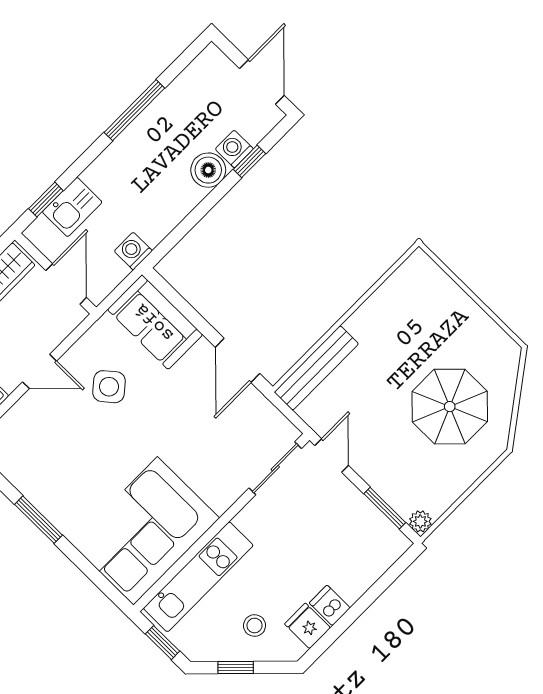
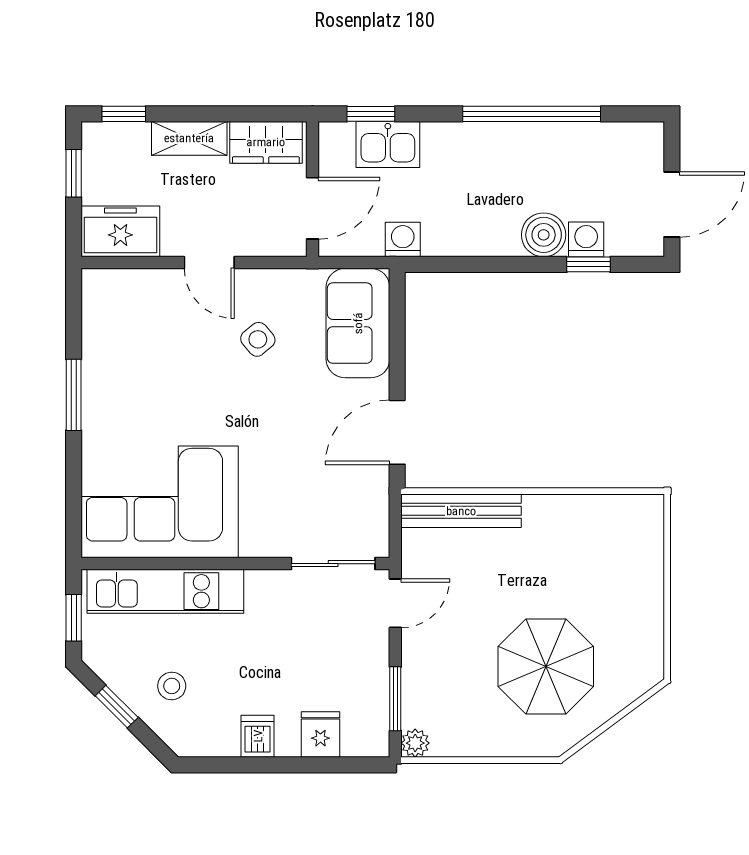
window: (134, 110) -> (532, 114), width x1.46
side table: (109, 387) -> (258, 339), width x0.73, depth x0.73
fridge: (308, 626) -> (320, 734), moved

